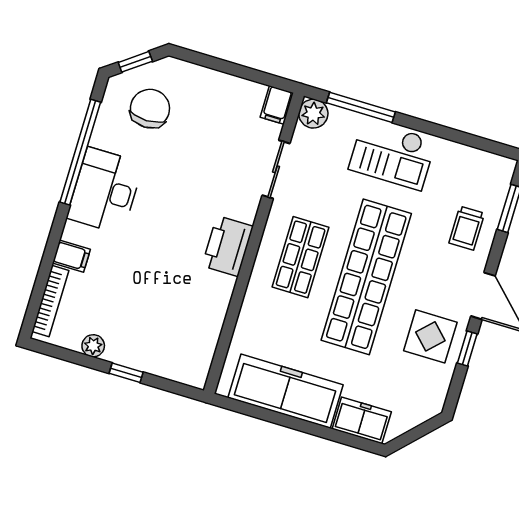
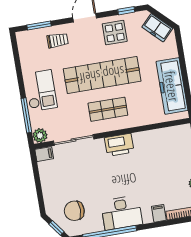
sliding door: (276, 169) -> (74, 140), width x1.37
window: (467, 348) -> (126, 11), moved
freezer: (362, 420) -> (157, 28), moved, turned -46

